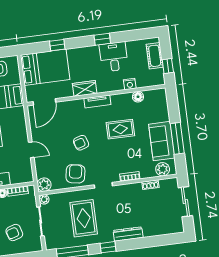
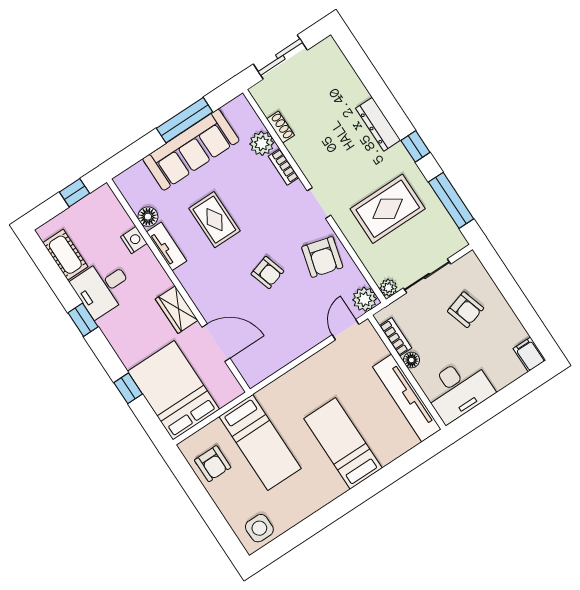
cot: (155, 56) -> (65, 255), moved, turned 90
tv unit: (97, 101) -> (166, 246), moved
door: (44, 102) -> (216, 343), moved
sofa: (162, 141) -> (191, 150), width x1.36
door: (31, 150) -> (346, 330), moved
plant: (163, 169) -> (262, 143), moved
armchair: (75, 174) -> (322, 257), turned -85

